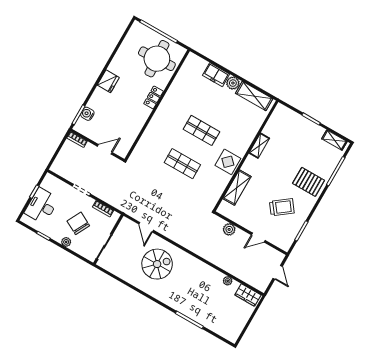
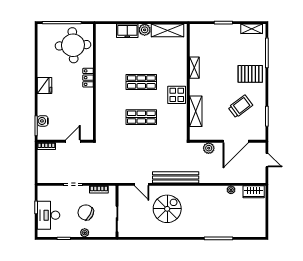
door: (258, 238) -> (236, 141), width x1.87
bench: (182, 239) -> (176, 177), added

